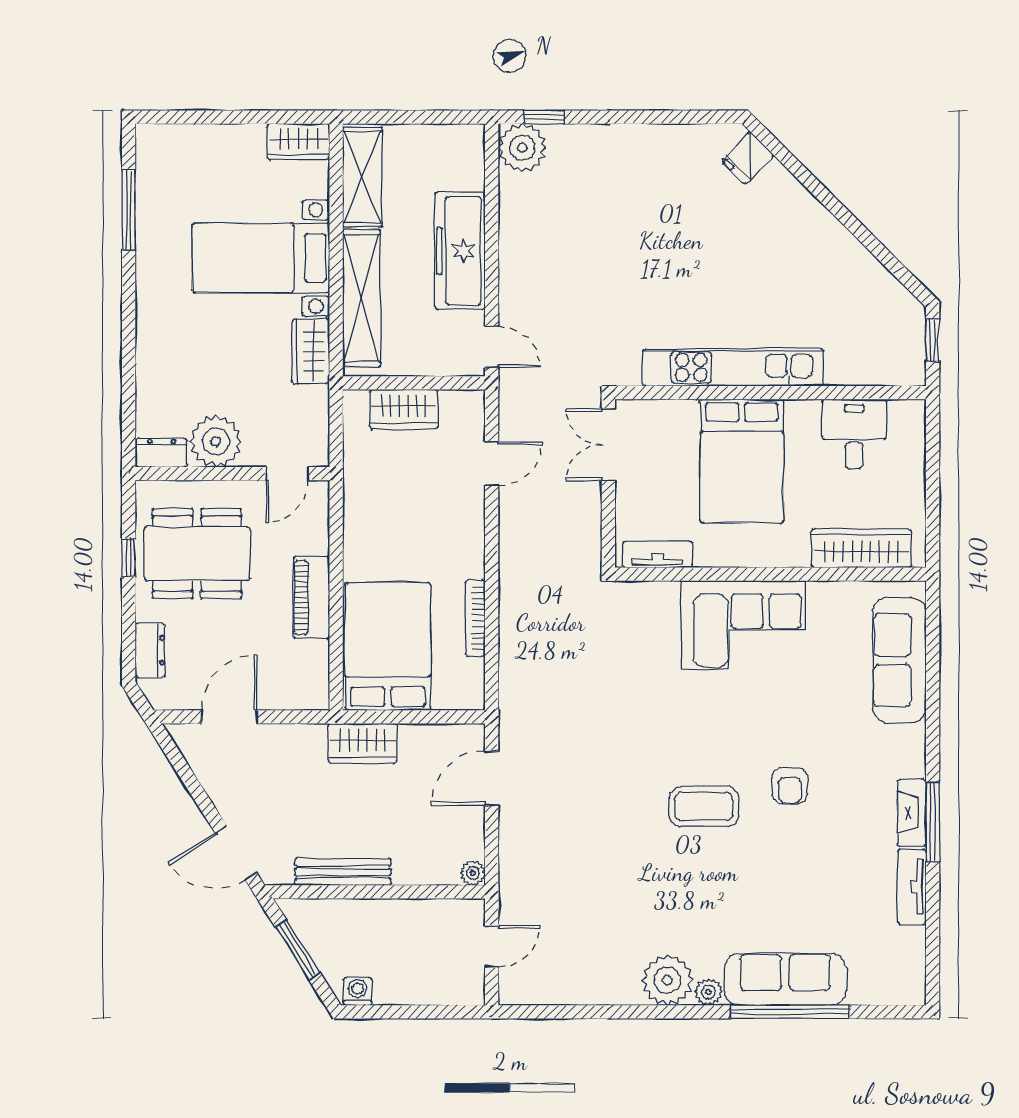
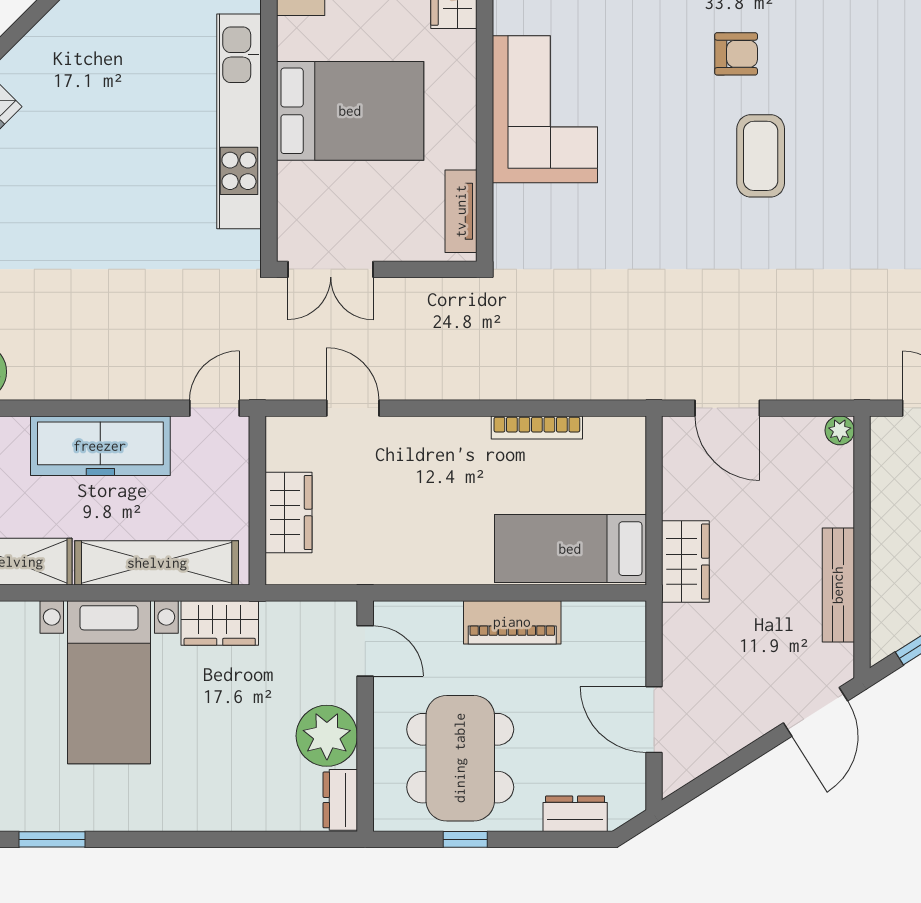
window: (129, 210) -> (52, 839), width x0.69
bed: (388, 646) -> (570, 549), width x0.67

